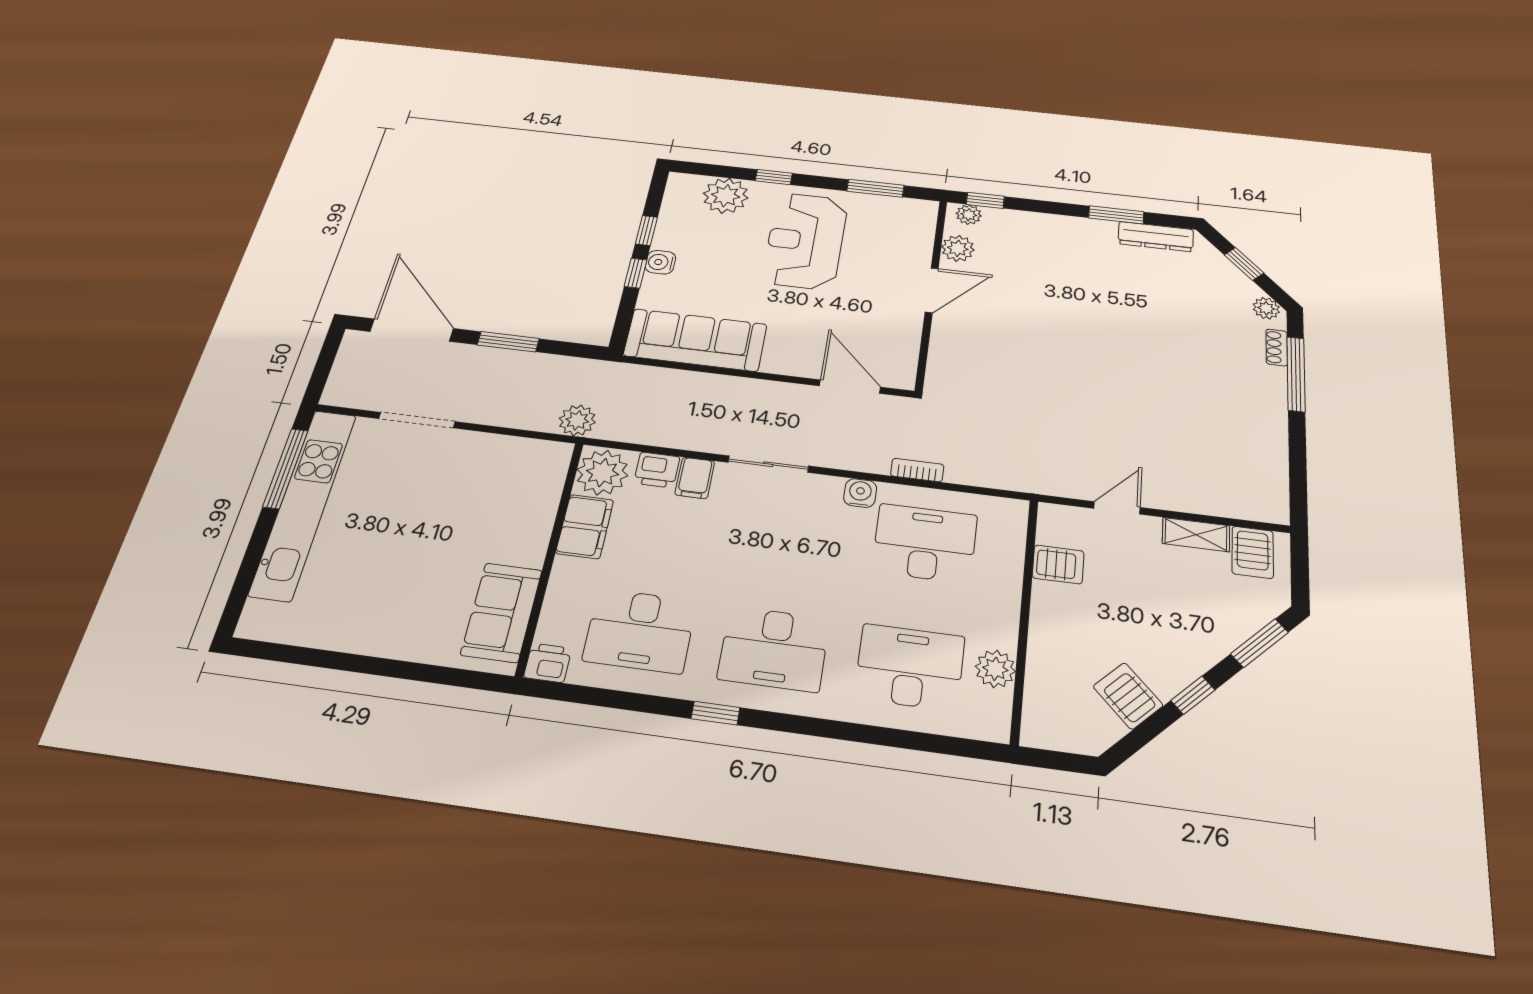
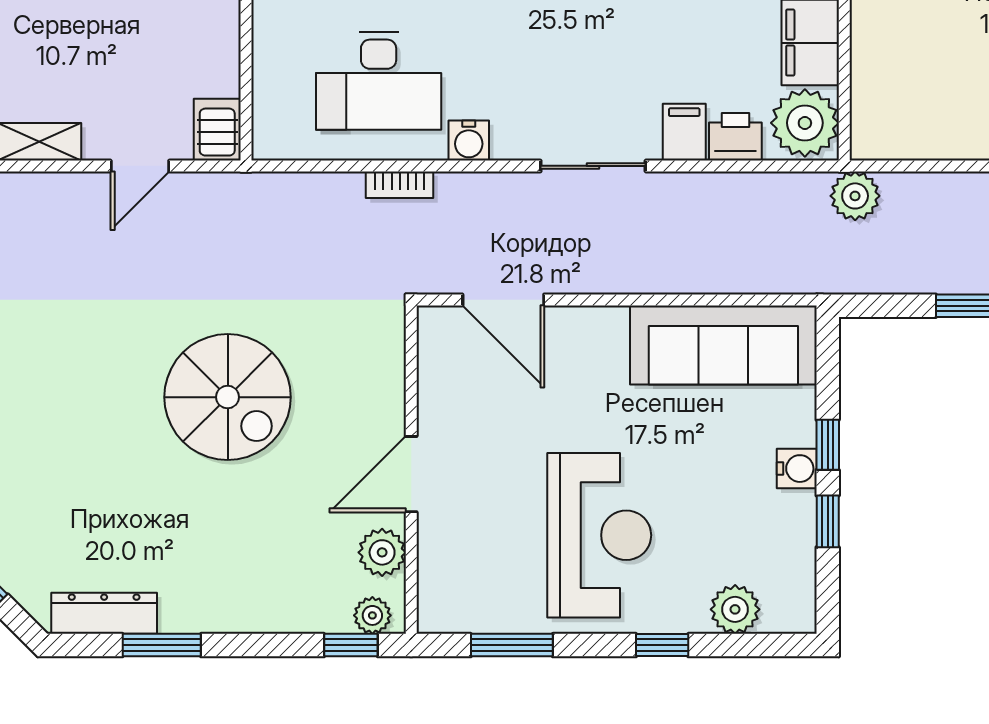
plant: (726, 196) -> (735, 609), width x0.73, depth x0.73
spiral stairs: (1060, 351) -> (228, 397), added
server rack: (1058, 564) -> (217, 130), moved, turned 90

